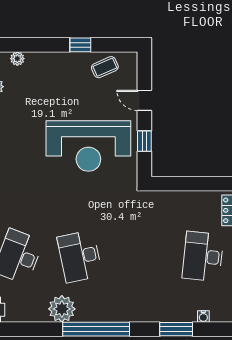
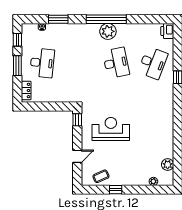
door: (144, 100) -> (77, 156), hinge flipped
window: (144, 141) -> (77, 120), moved
reception desk: (88, 146) -> (111, 129), width x0.74, depth x0.77
plant: (62, 309) -> (108, 31), moved

